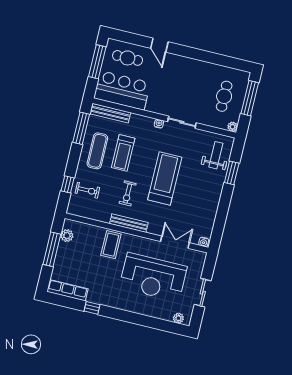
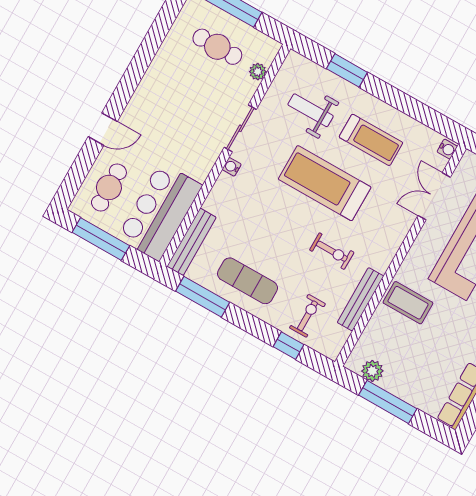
plant: (233, 127) -> (258, 72), moved
treadmill: (123, 153) -> (371, 140), moved
weight bench: (216, 155) -> (311, 110), moved
bench: (129, 223) -> (361, 299), moved

